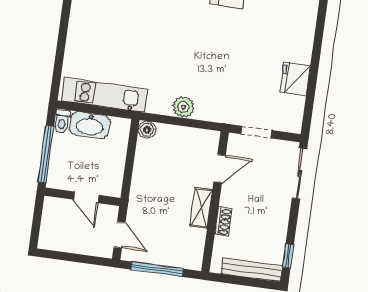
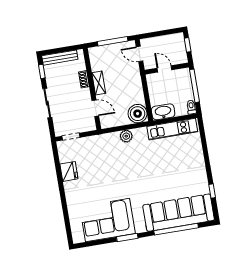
washbasin: (90, 125) -> (163, 112), moved
boiler: (147, 130) -> (138, 114), width x1.86, depth x1.86
doorway: (256, 132) -> (71, 137), moved
door: (220, 169) -> (95, 108), swing flipped
sliding door: (300, 173) -> (47, 103), moved
window: (36, 225) -> (188, 45), added

